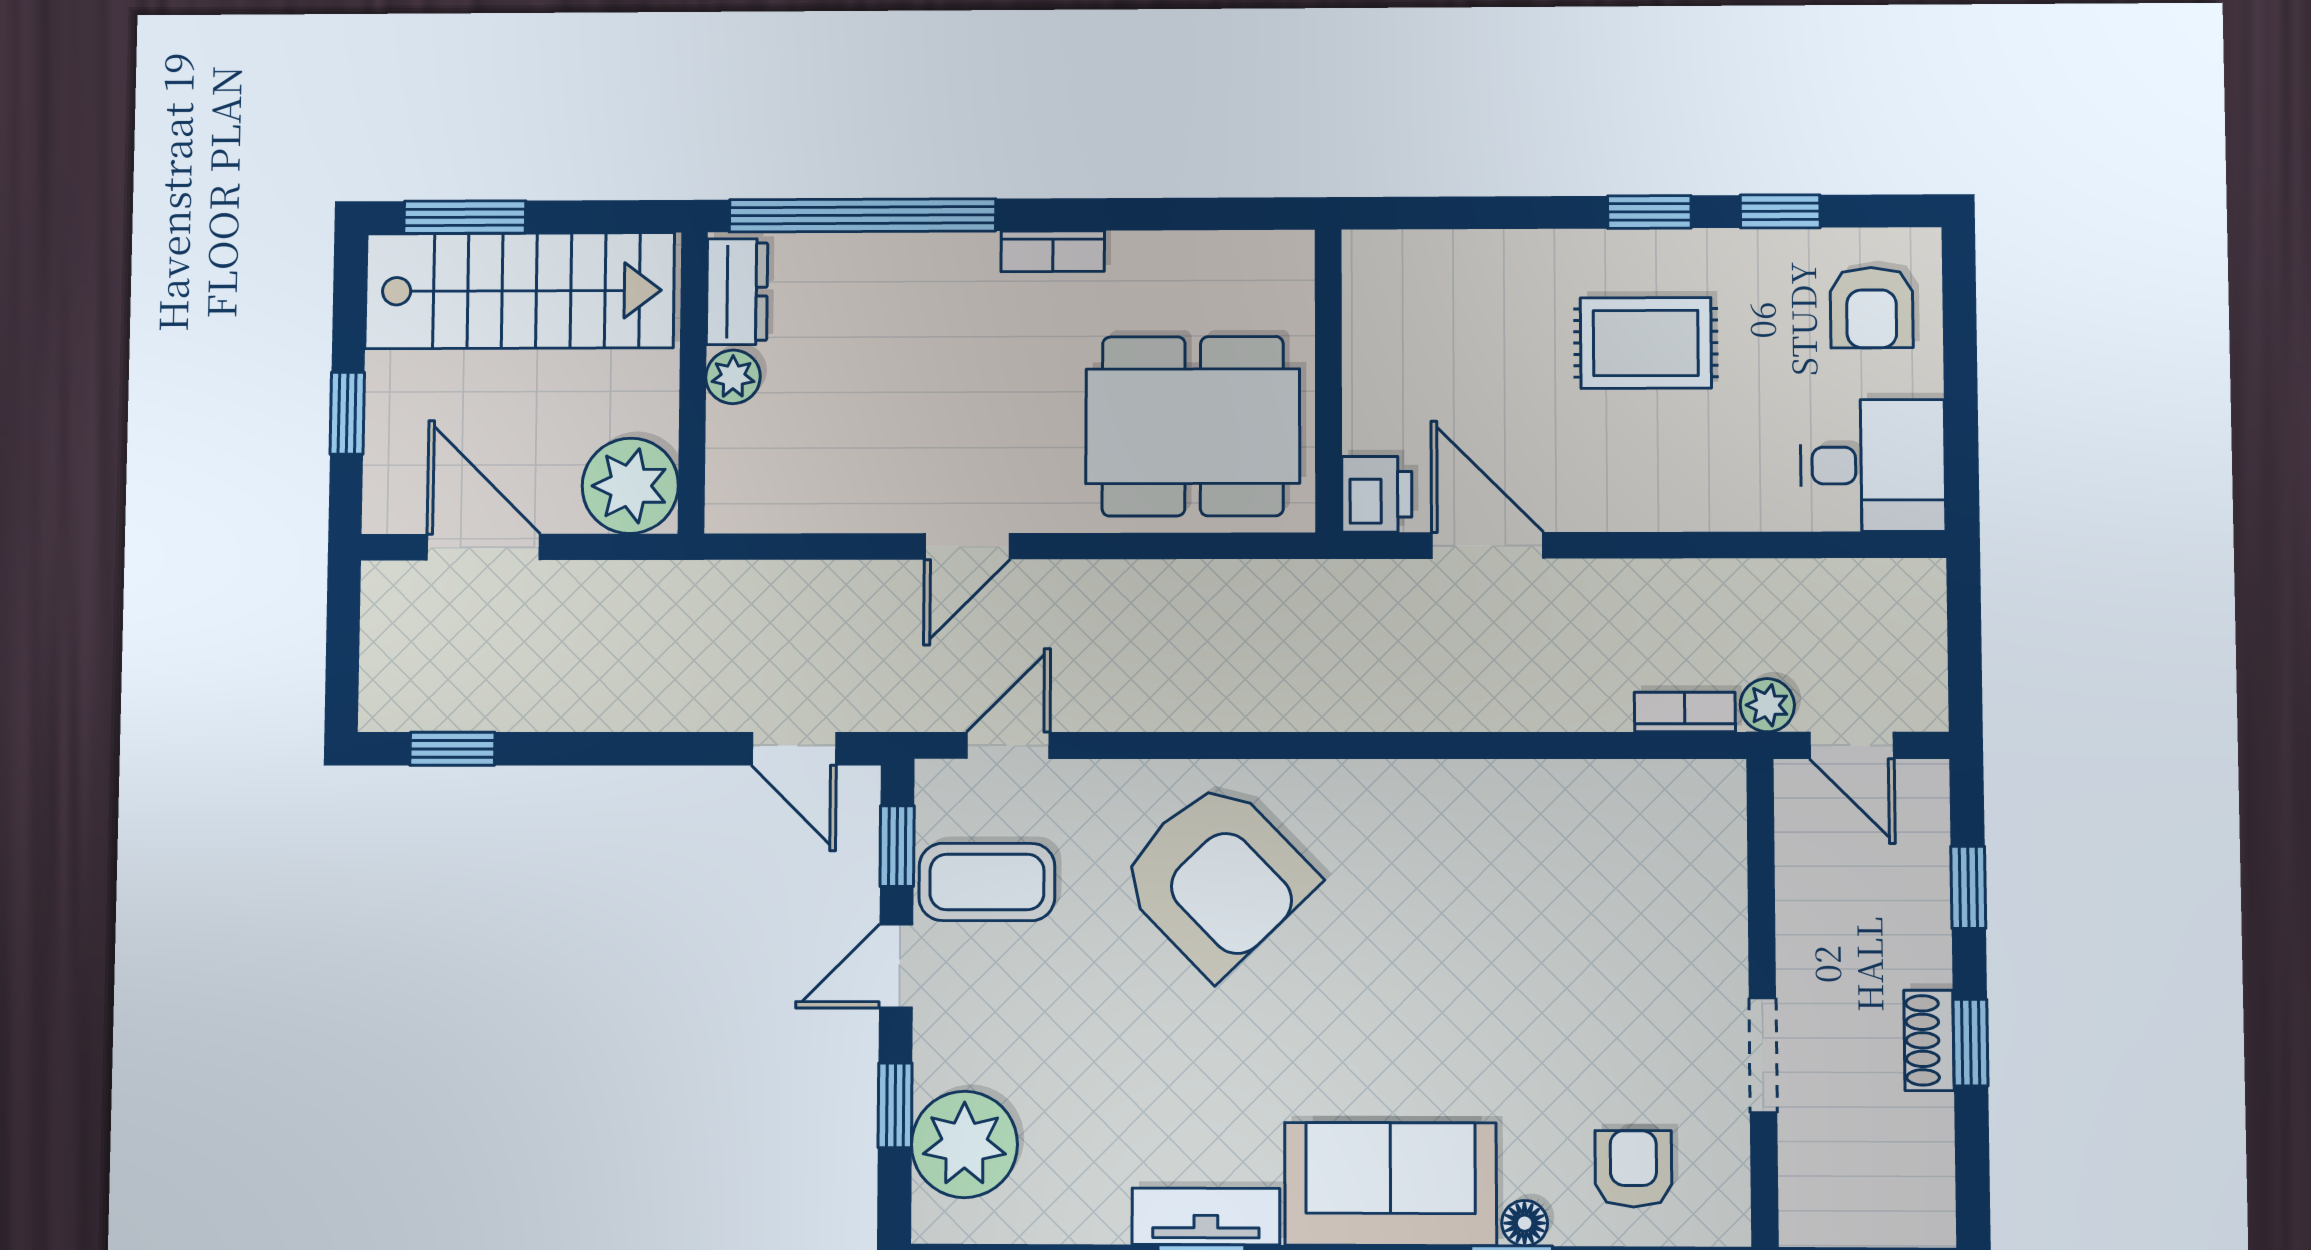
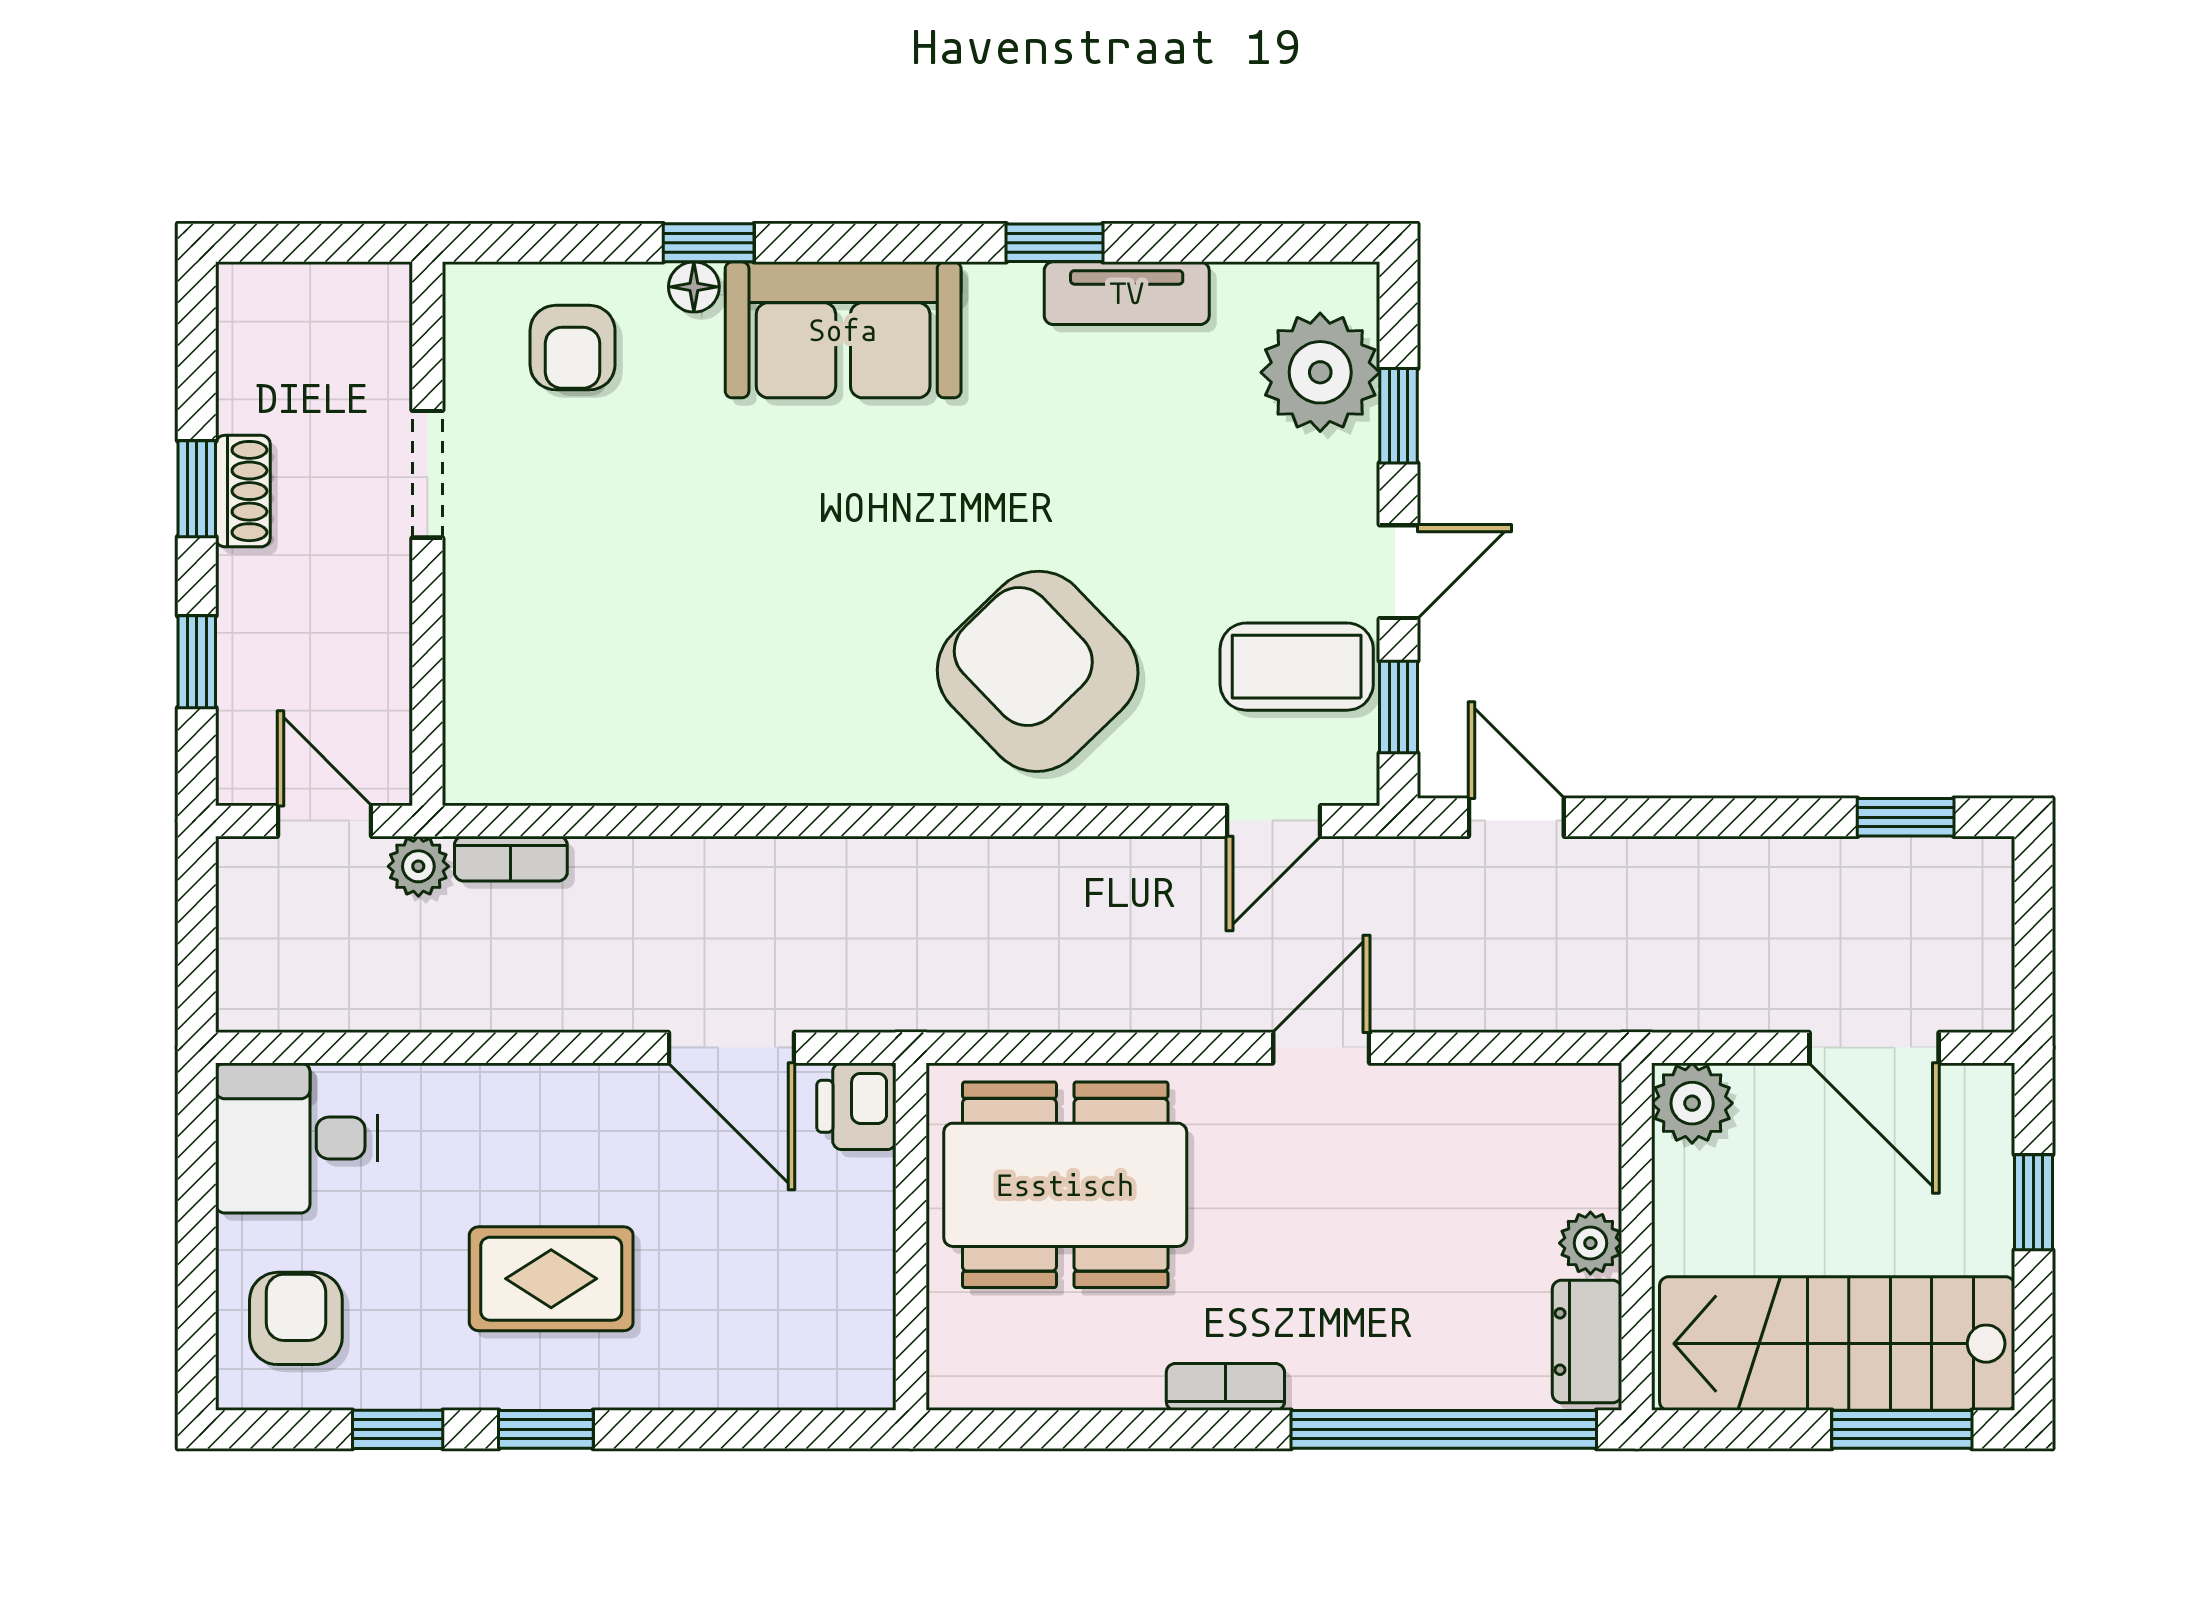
plant: (630, 486) -> (1692, 1103), width x0.73, depth x0.73
tv unit: (1206, 1216) -> (1127, 293), moved

